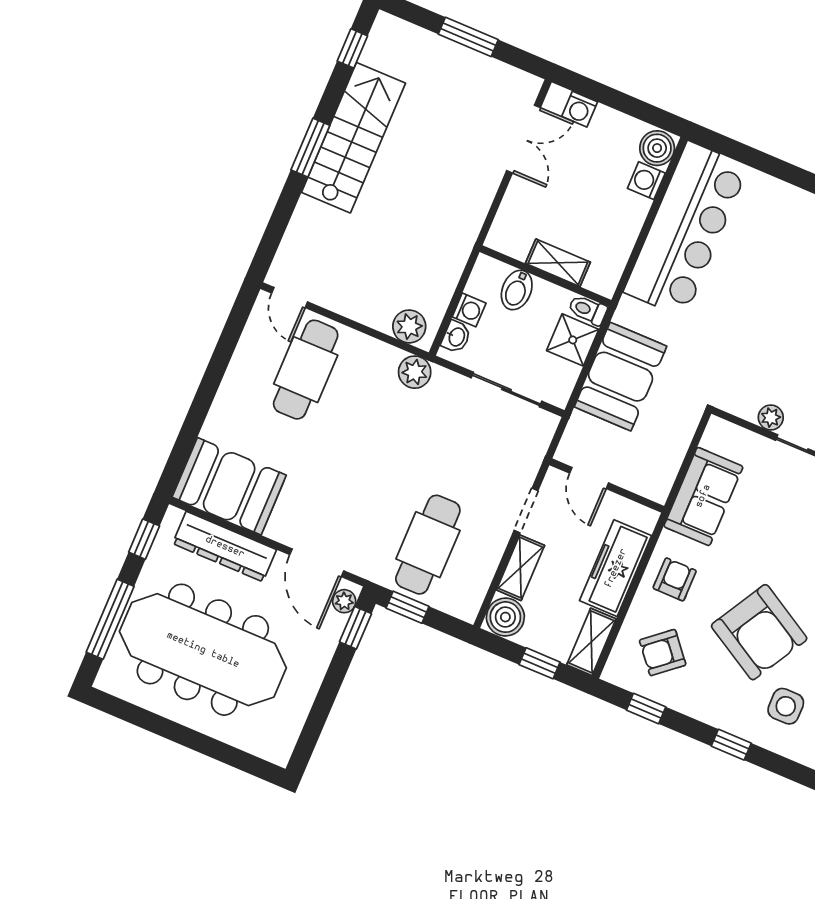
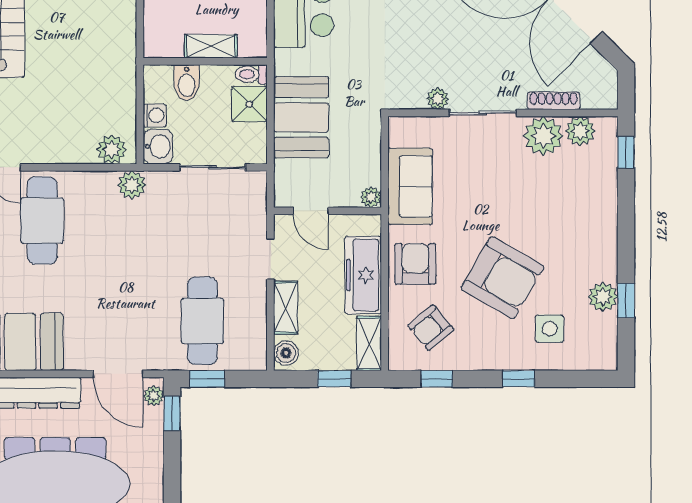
washbasin: (456, 337) -> (158, 147), width x1.38, depth x1.45
plant: (658, 490) -> (371, 197), added
armchair: (675, 579) -> (415, 264), width x1.38, depth x1.38
boiler: (505, 617) -> (286, 353), width x0.73, depth x0.73

